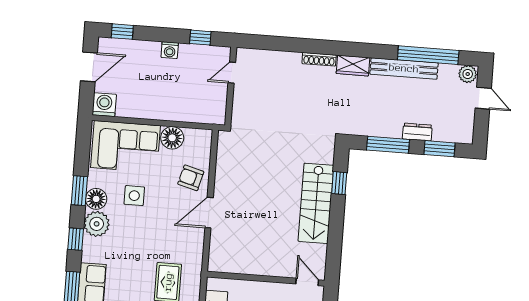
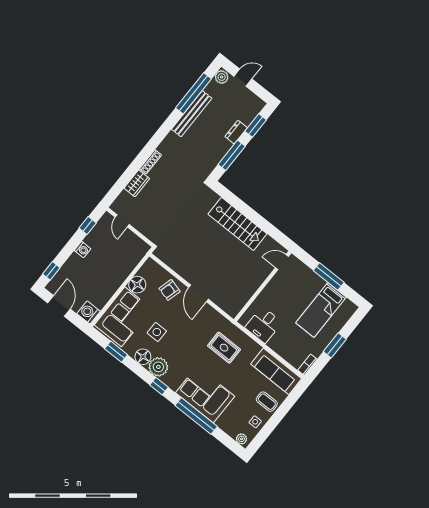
wardrobe: (353, 66) -> (137, 183), moved
window: (339, 183) -> (235, 201), removed
window: (79, 191) -> (116, 352), moved

